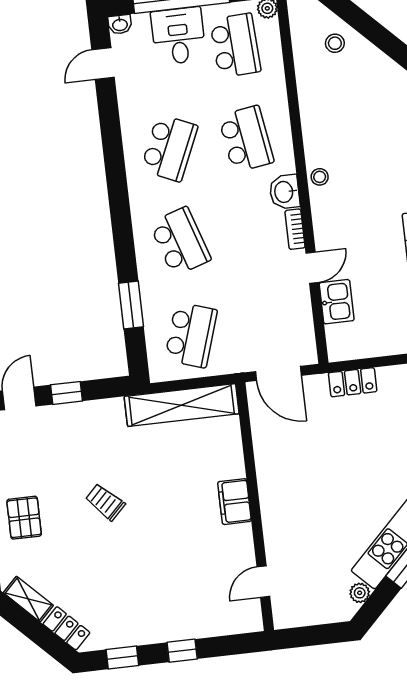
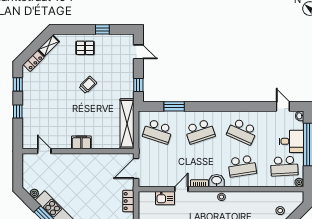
door: (312, 268) -> (181, 189), swing flipped
window: (66, 393) -> (138, 85), moved

